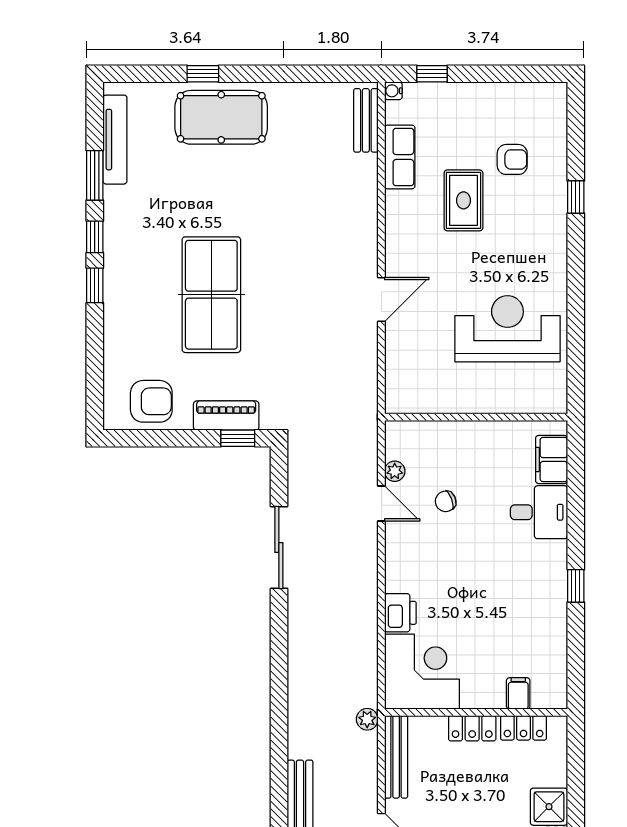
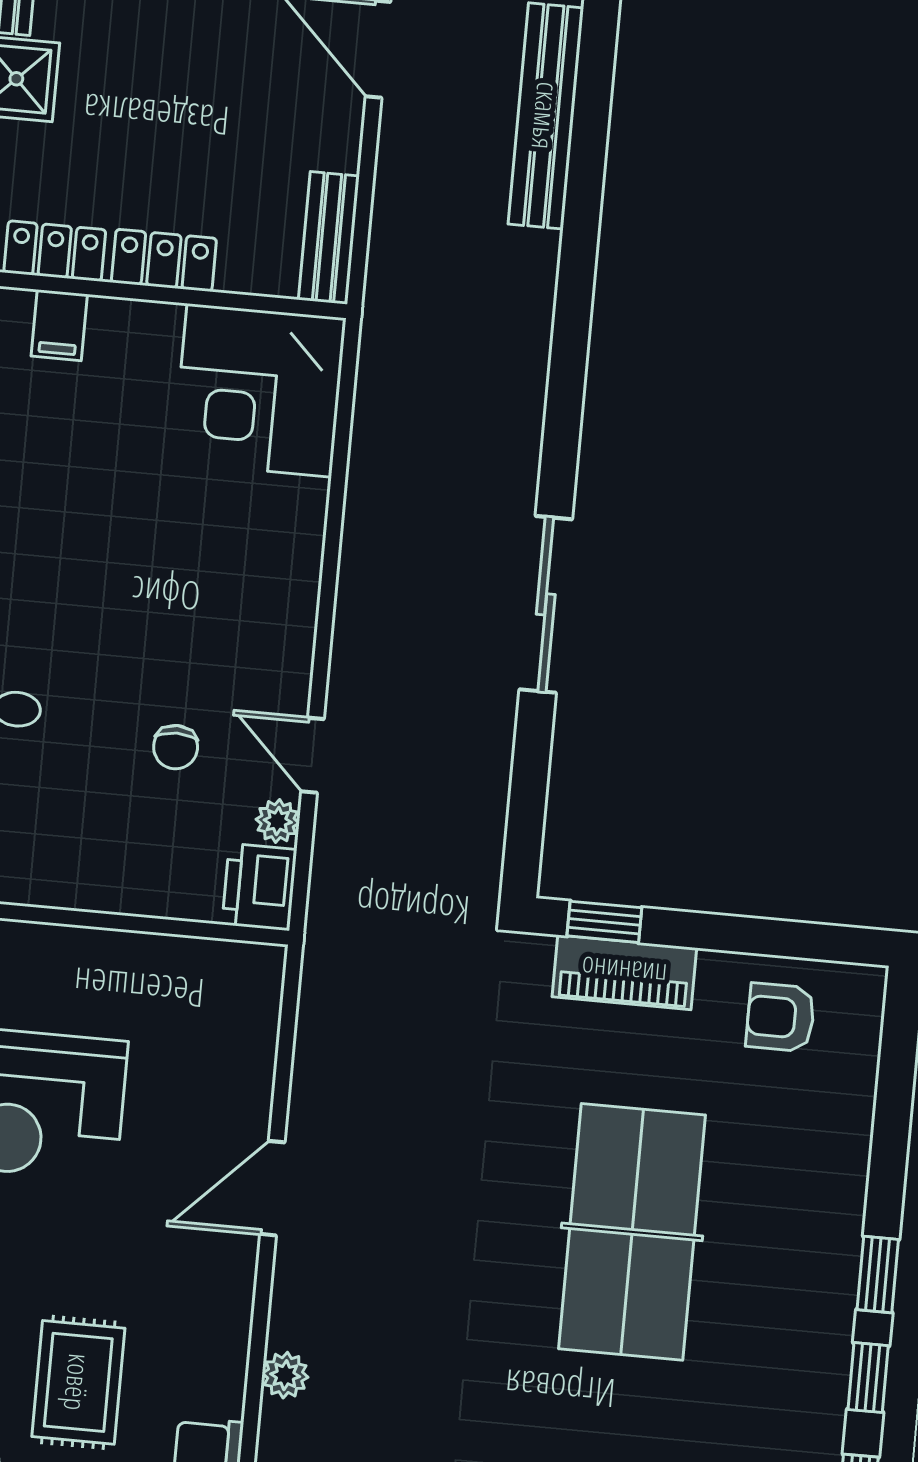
armchair: (151, 401) -> (780, 1017), width x0.72, depth x0.72
chair: (446, 501) -> (176, 747), turned 111
sliding door: (279, 548) -> (546, 604), moved
printer: (400, 613) -> (259, 887), moved
plant: (367, 719) -> (285, 1375), moved
bench: (396, 757) -> (329, 238), width x0.73

